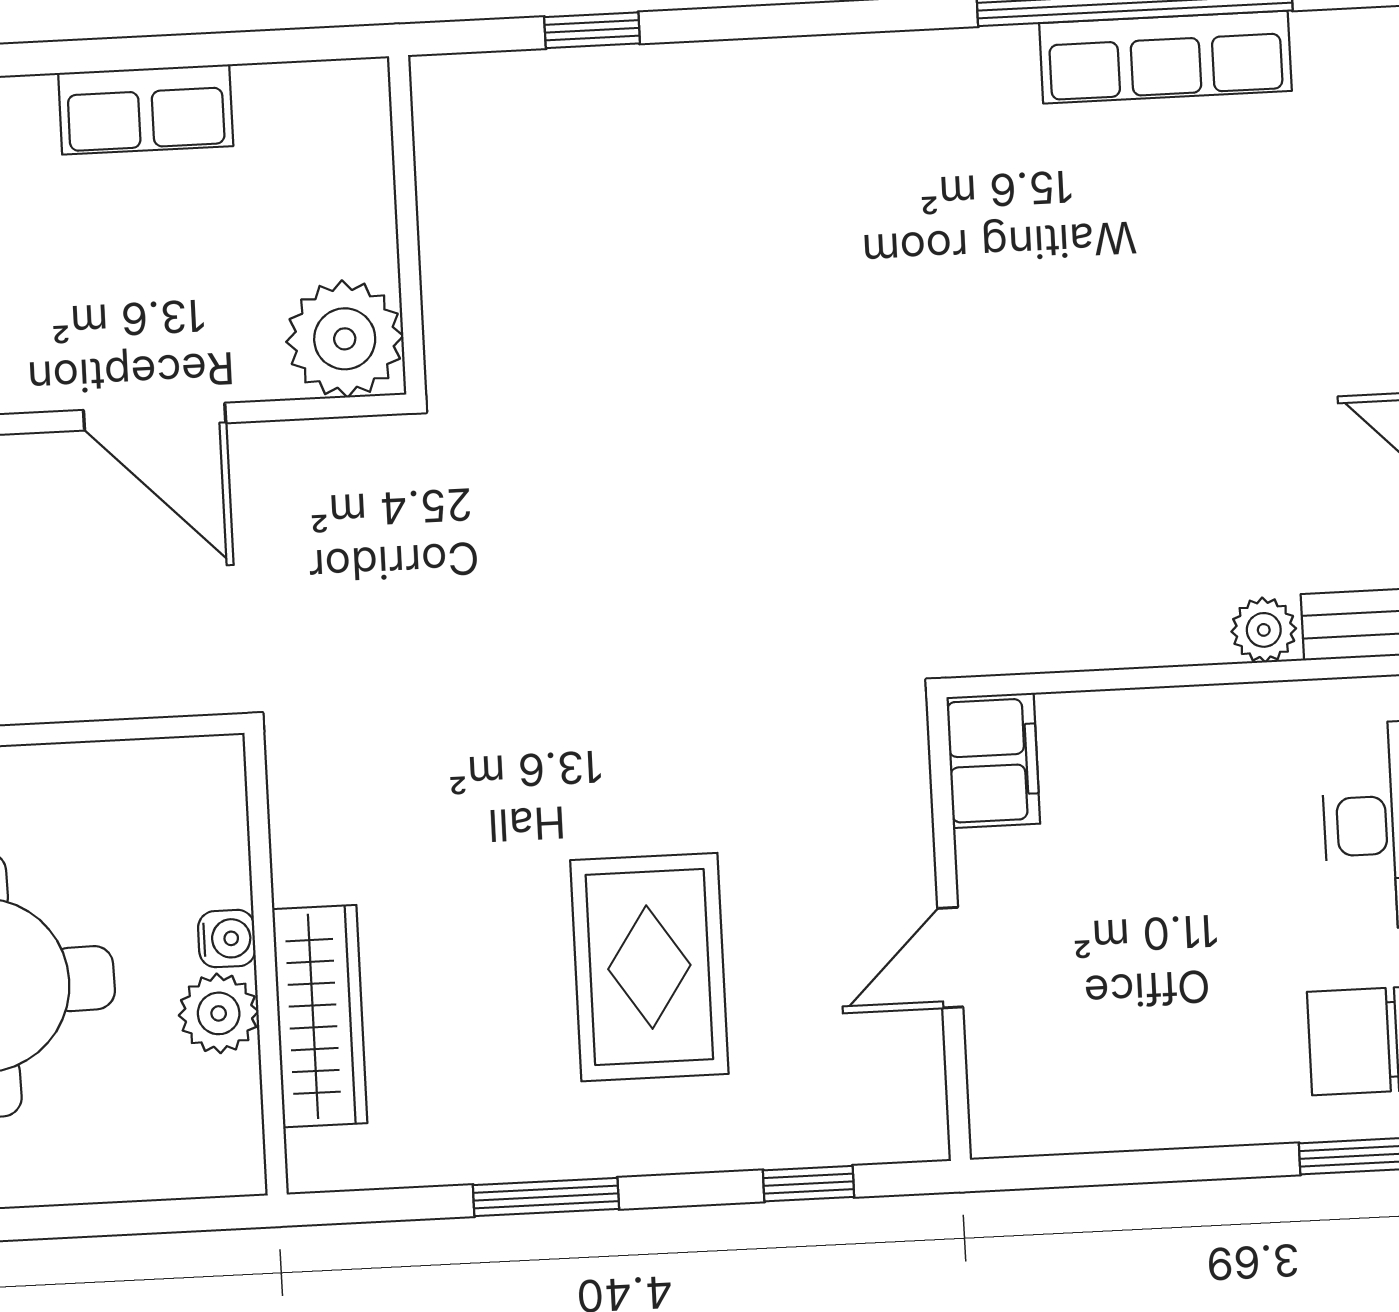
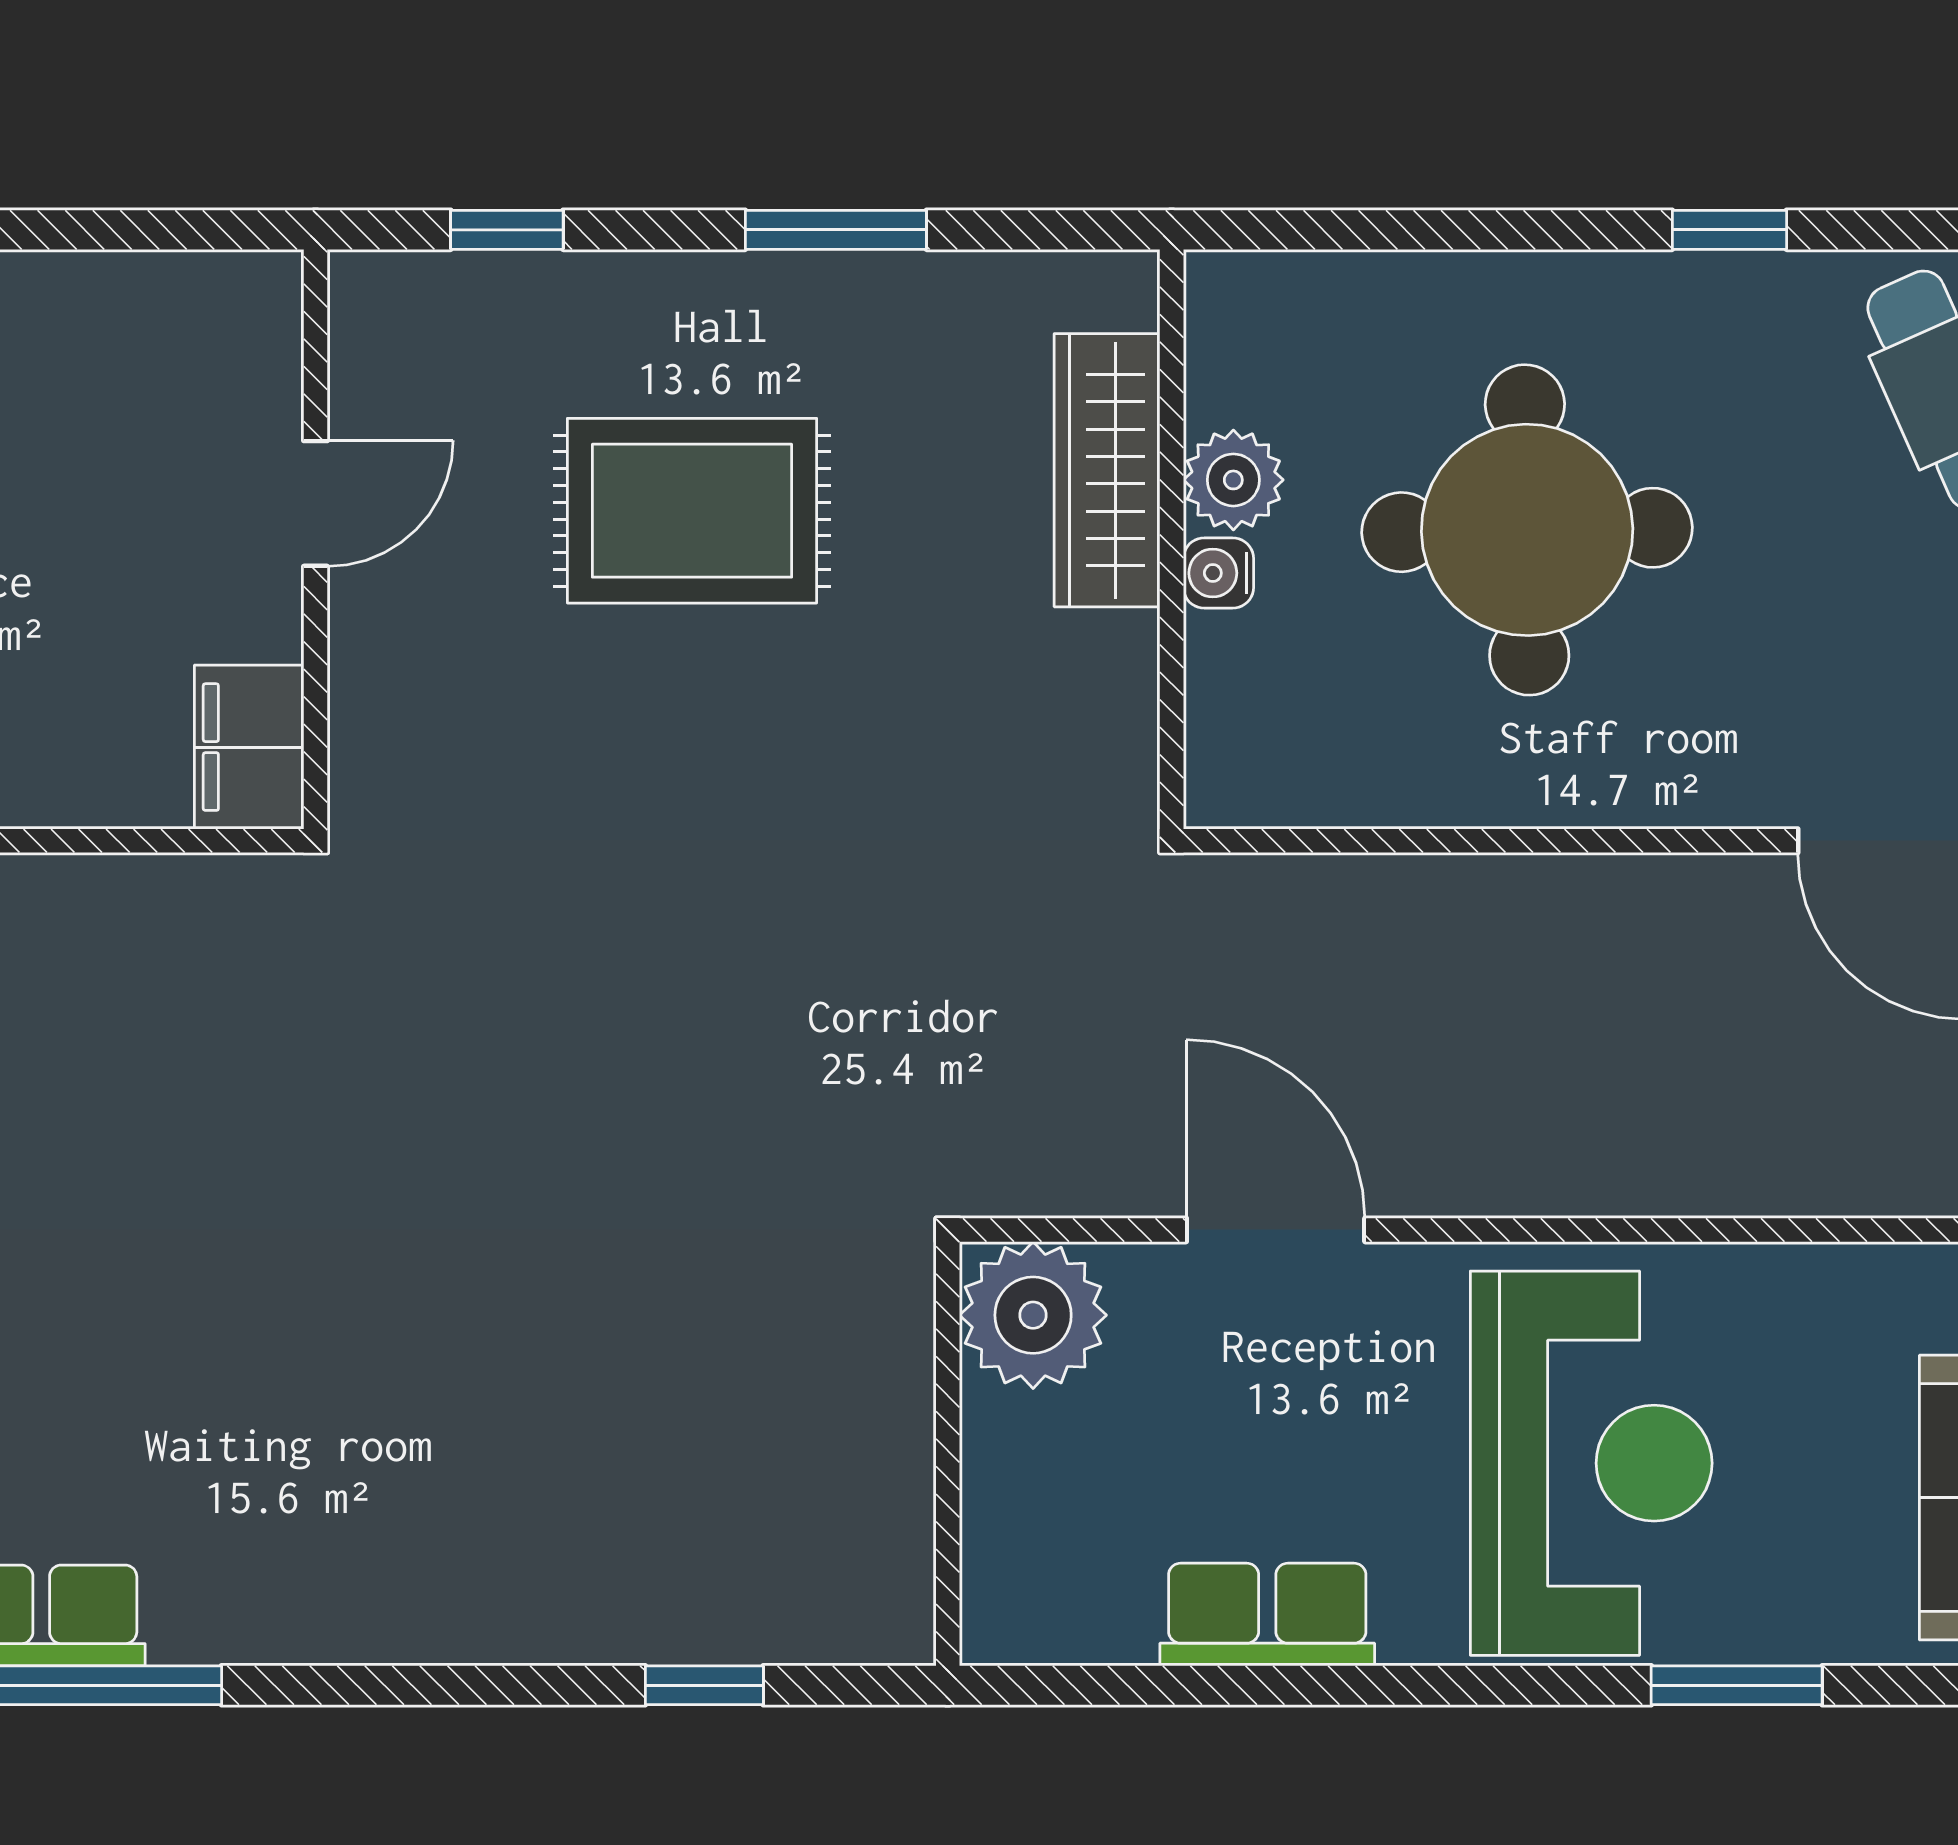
rug: (649, 967) -> (692, 511), turned 90

